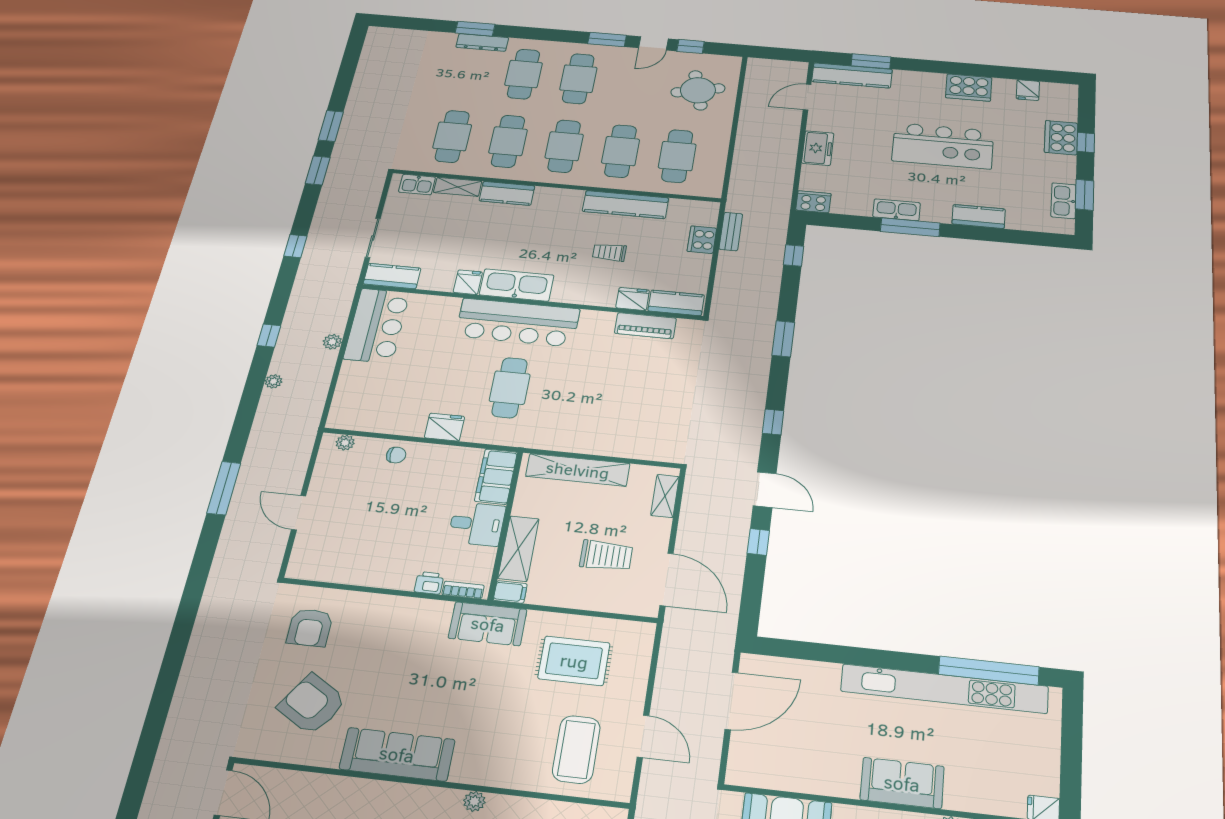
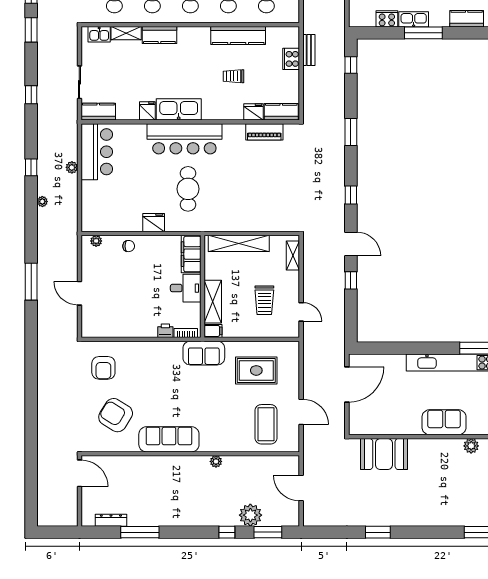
cooker: (813, 202) -> (387, 19), moved
trolley: (606, 556) -> (264, 300), turned 90
door: (667, 579) -> (301, 312), width x0.53

